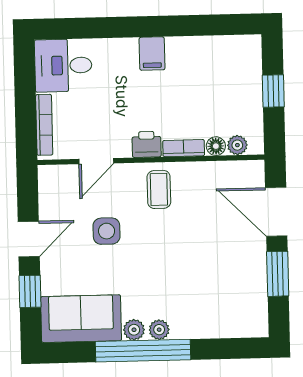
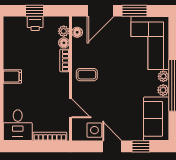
printer: (147, 144) -> (35, 23), moved, turned -90
floor lamp: (236, 170) -> (77, 32), added
side table: (107, 231) -> (94, 130), moved
corner sofa: (219, 304) -> (150, 43), added

